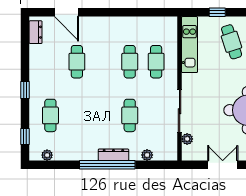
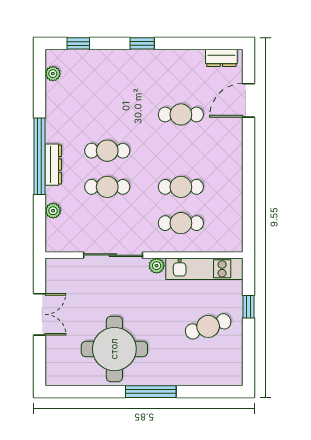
cafe table: (50, 115) -> (107, 151), moved
plant: (187, 139) -> (157, 266), moved

